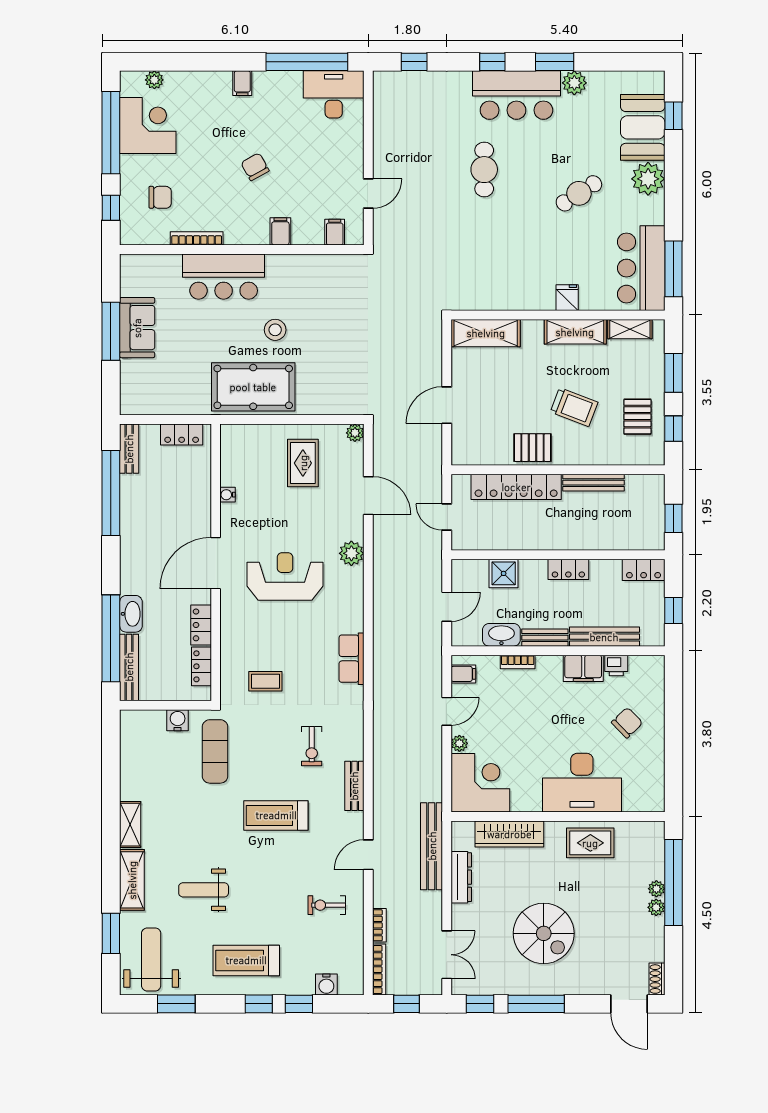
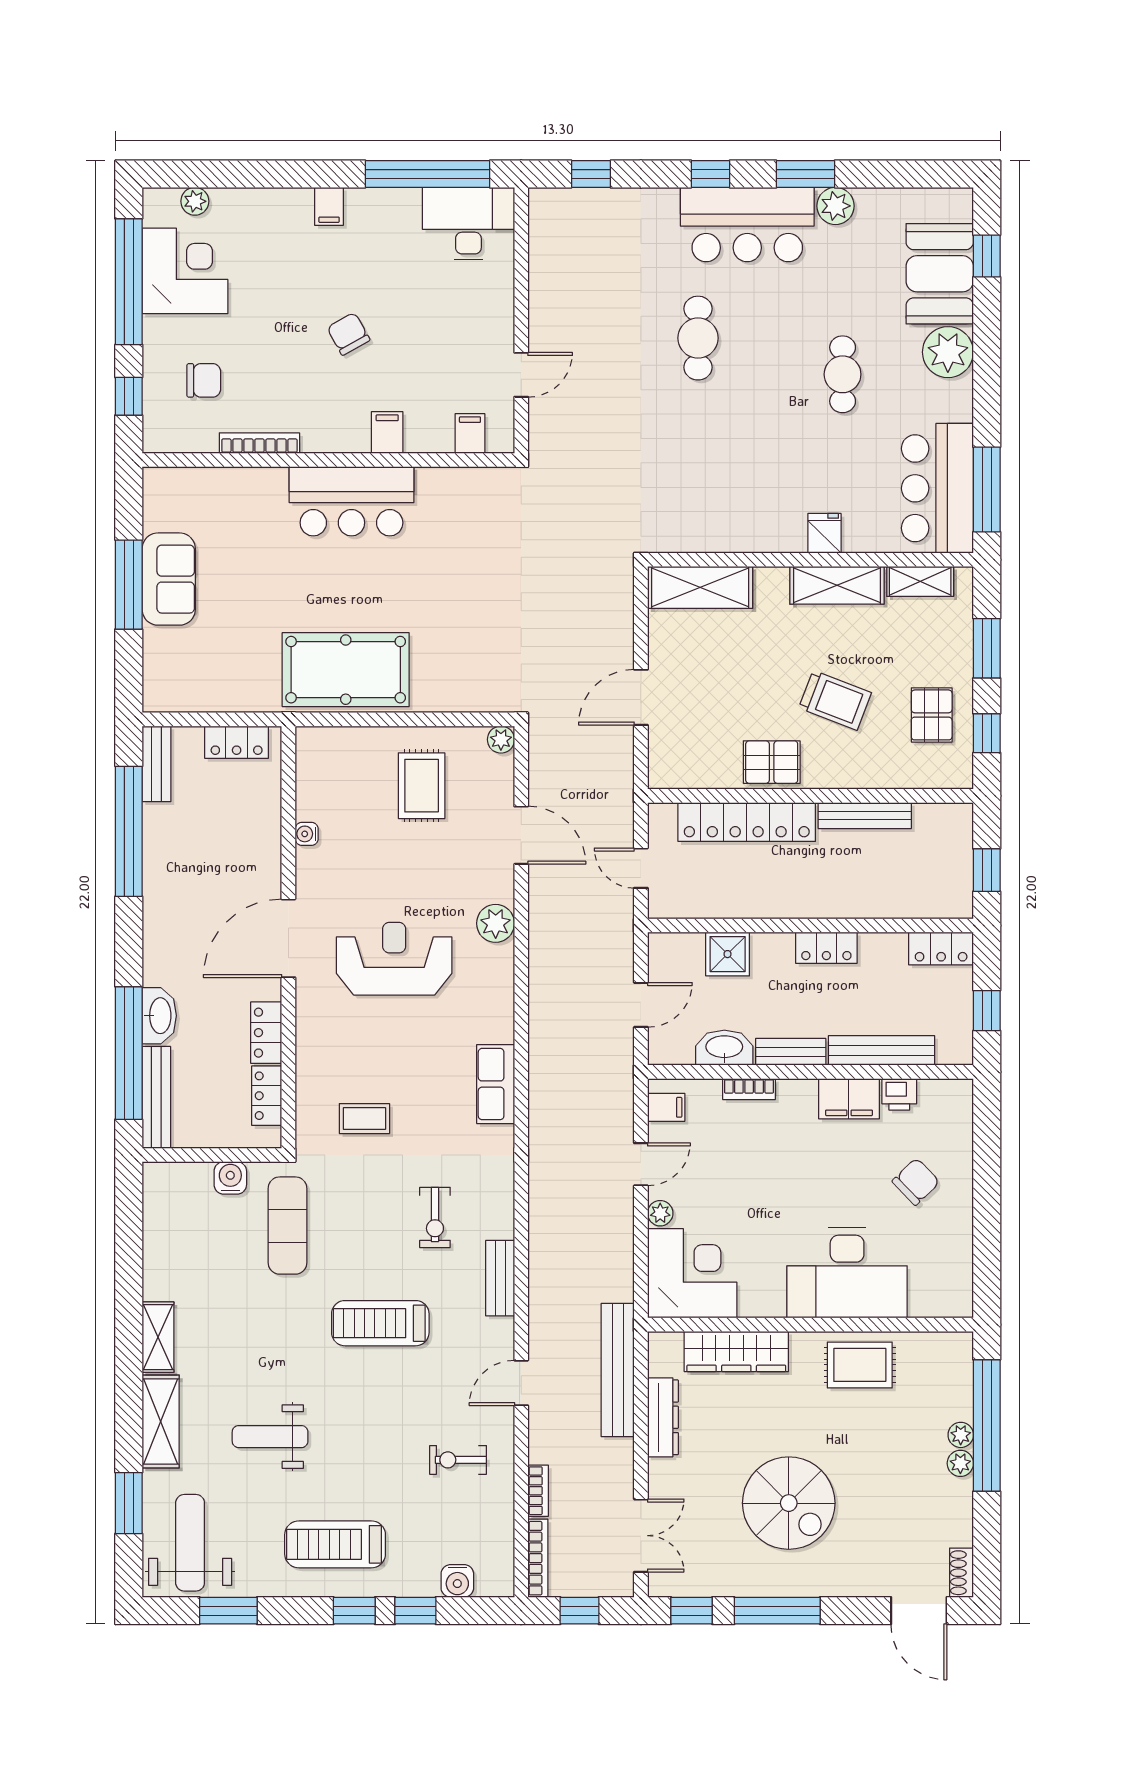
cafe table: (579, 193) -> (843, 374), turned -57
bar counter: (224, 277) -> (351, 501), moved
stool: (275, 330) -> (379, 583), removed

